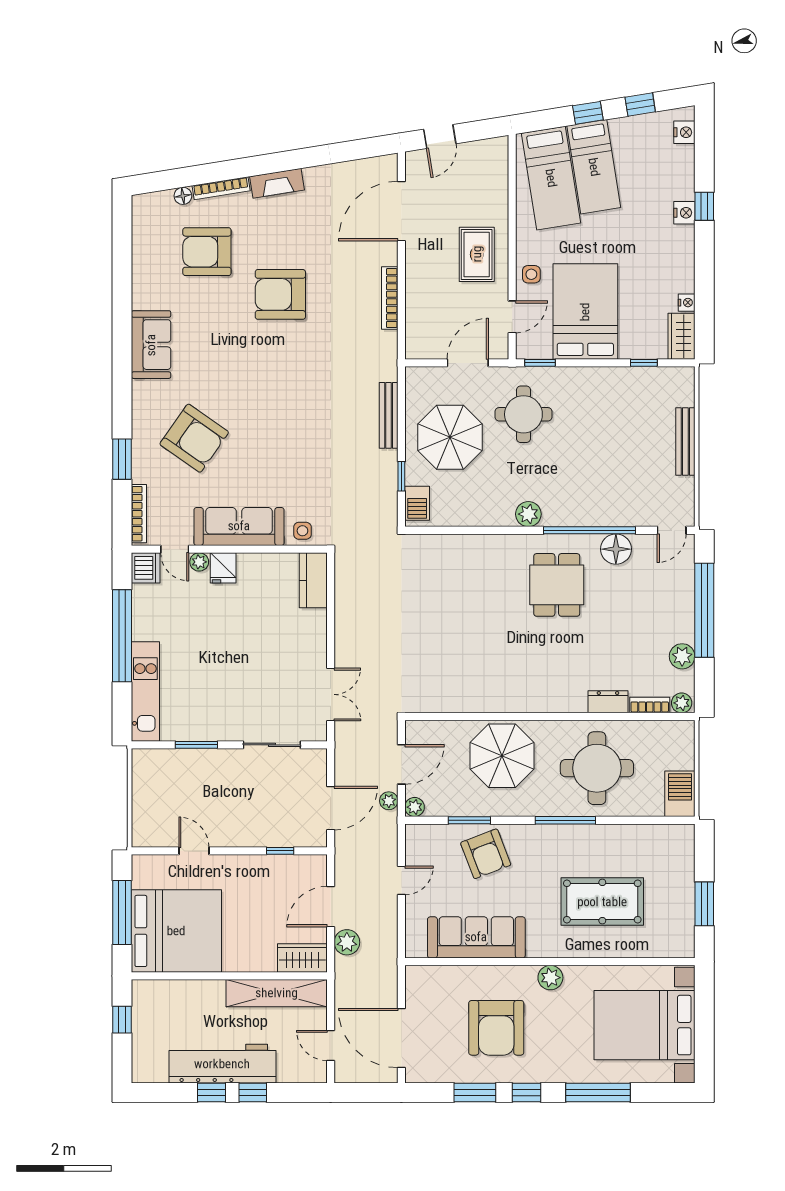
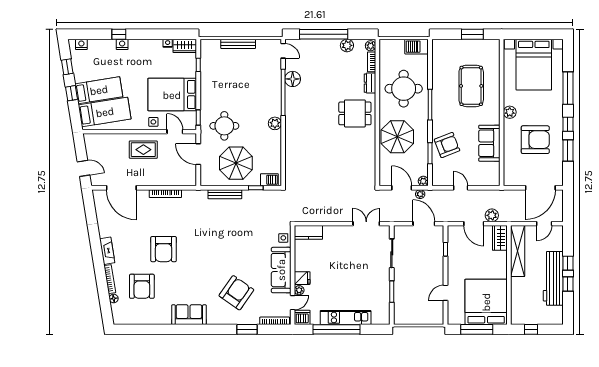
dining table: (557, 585) -> (355, 113), moved
kitchen unit: (145, 691) -> (346, 317), moved
sofa: (476, 937) -> (489, 143), width x0.73

